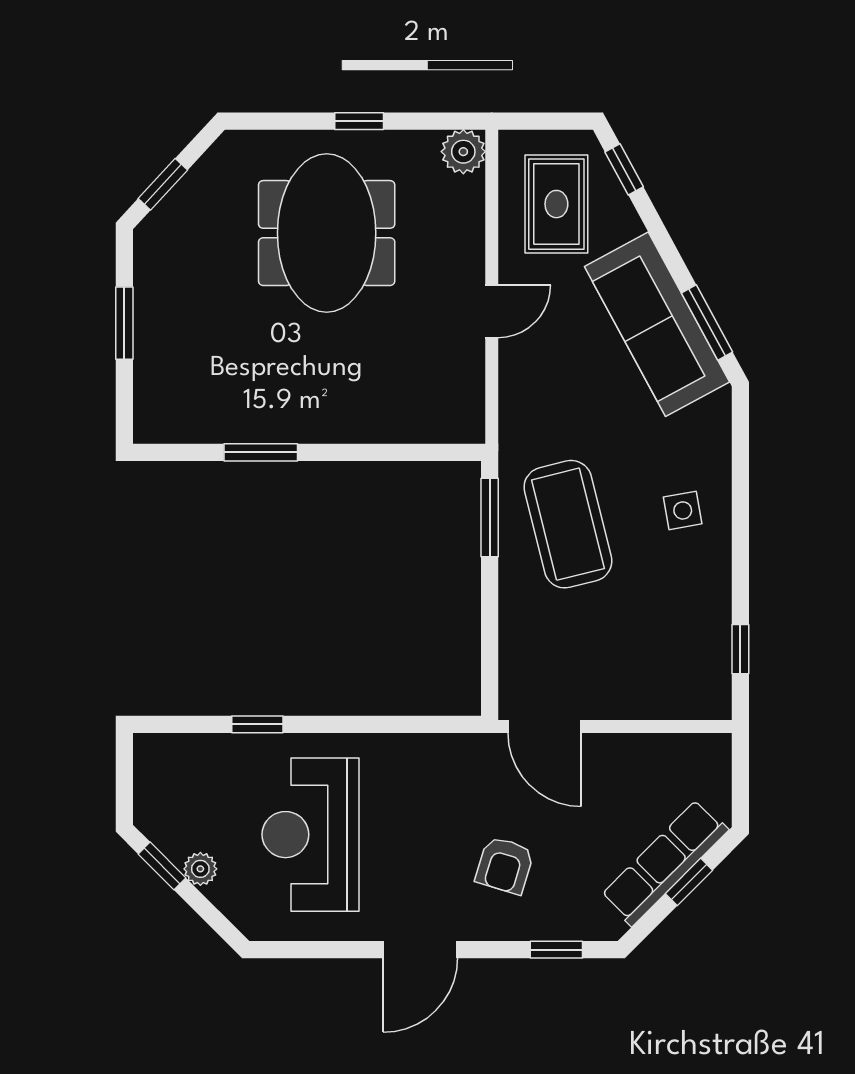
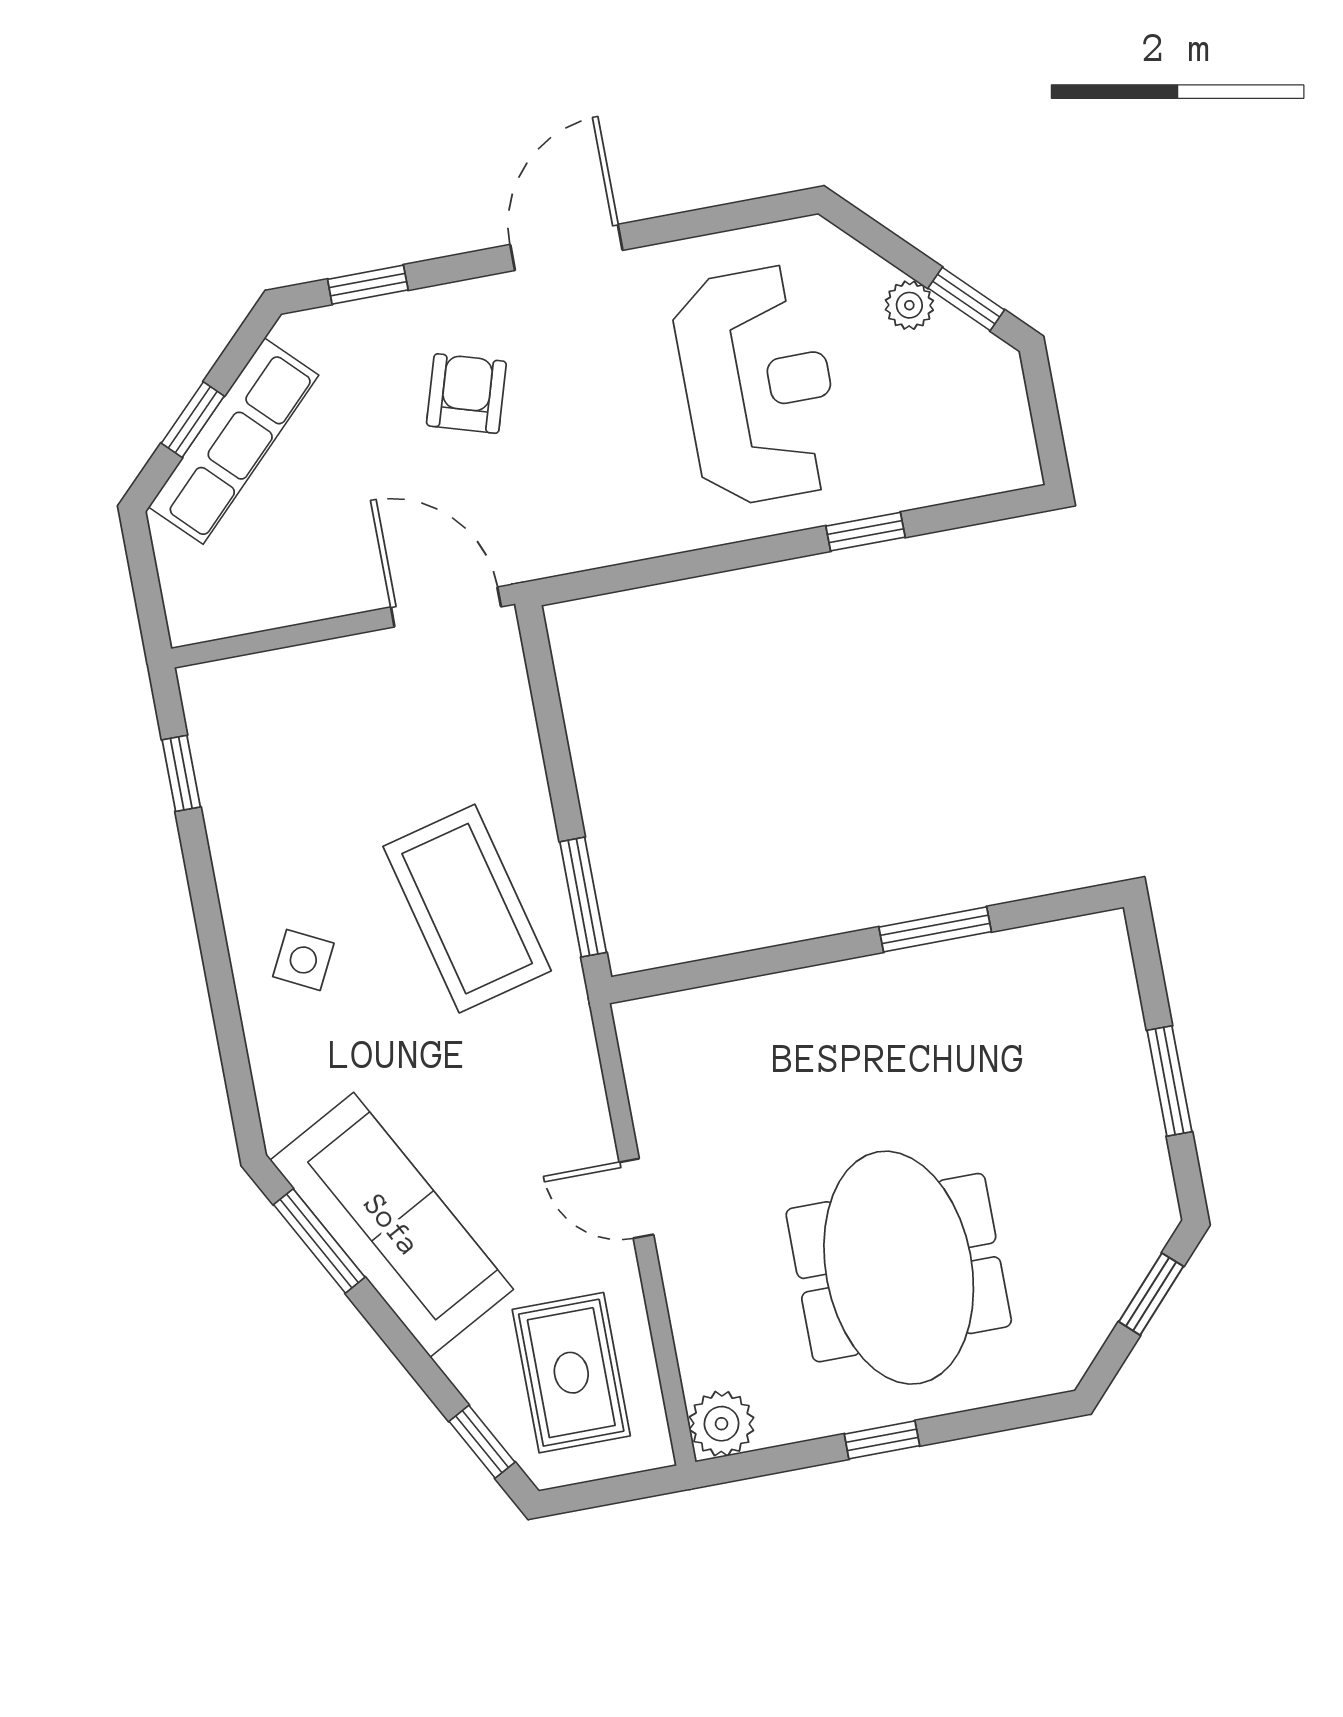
door: (492, 311) -> (636, 1198), hinge flipped
side table: (683, 510) -> (303, 960), turned 37

